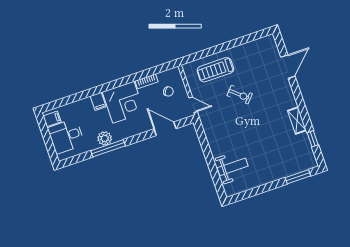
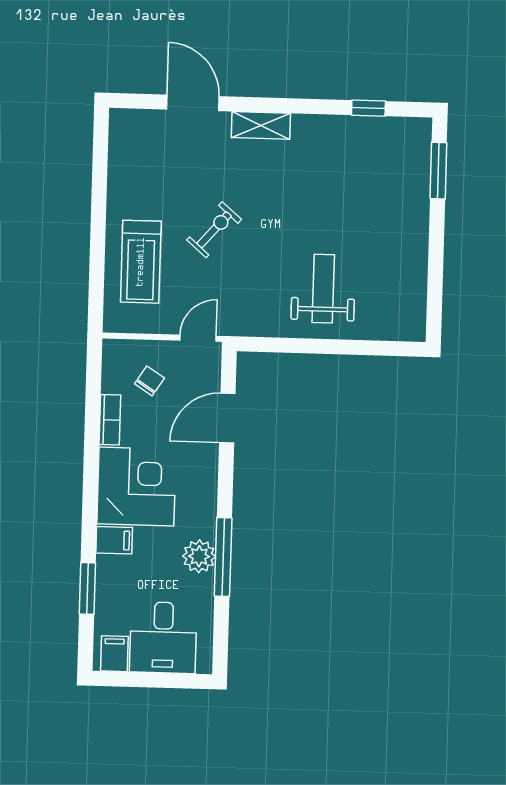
window: (75, 98) -> (87, 588), added
shelving: (297, 121) -> (261, 125), moved
weight bench: (233, 167) -> (323, 289), moved

